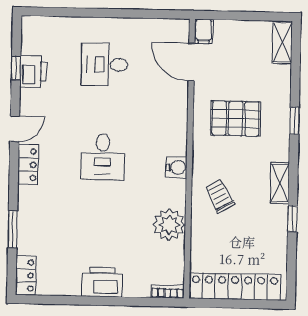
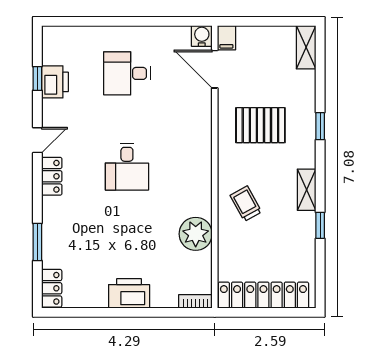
water cooler: (176, 167) -> (202, 36), moved, turned -90

